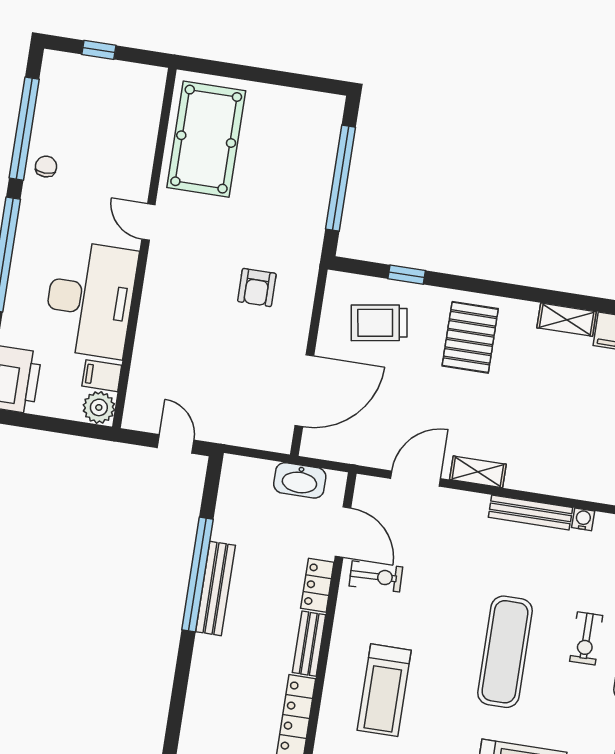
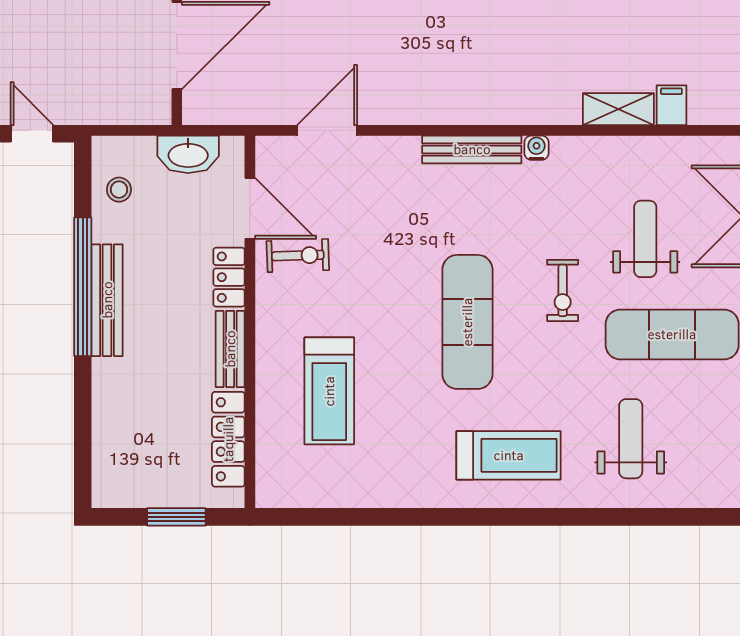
shelving: (478, 472) -> (401, 110), removed
stool: (239, 500) -> (119, 190), added

